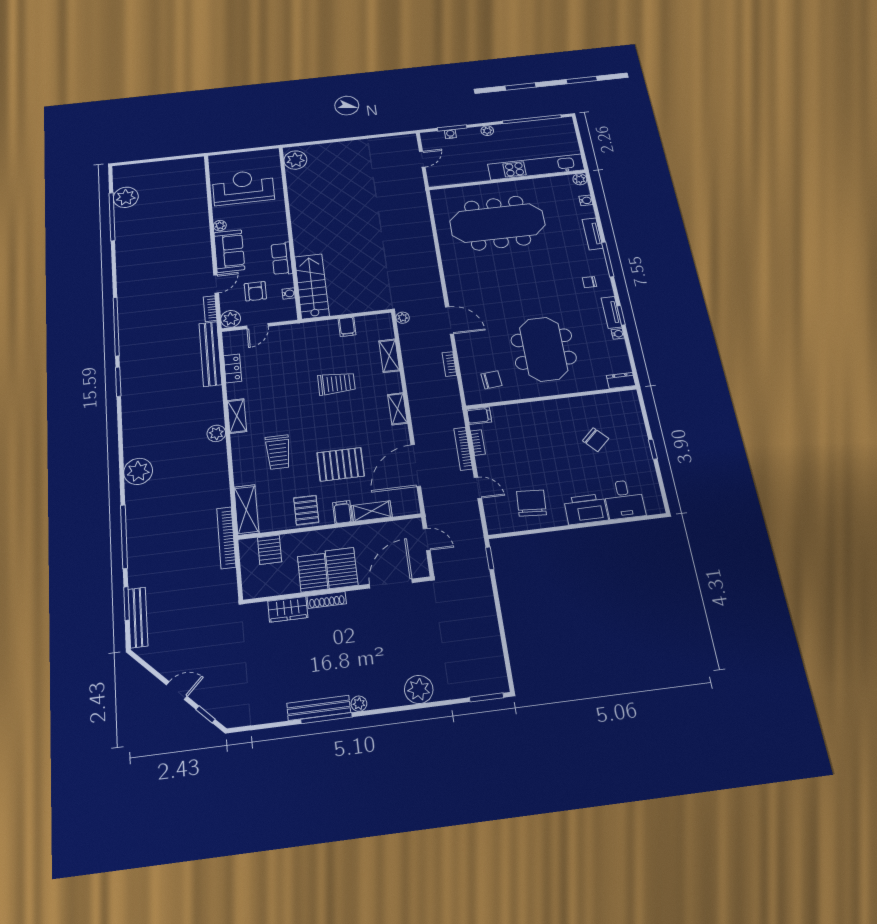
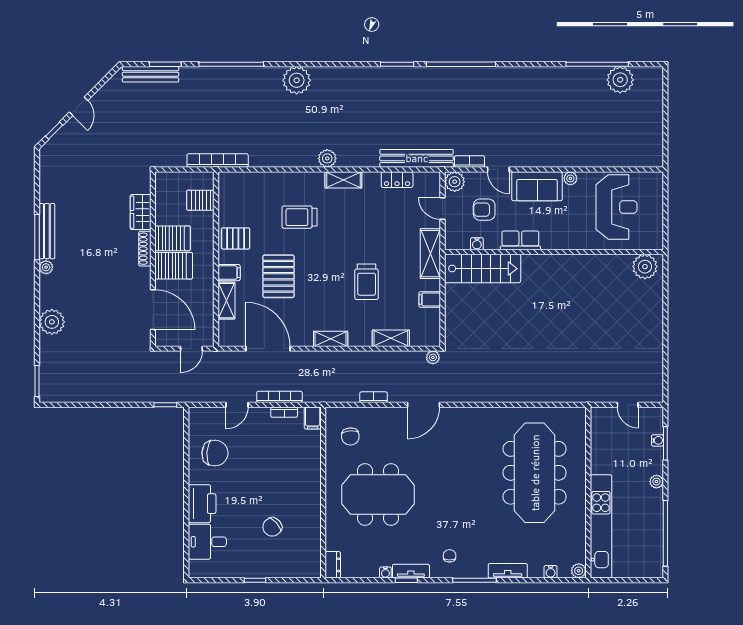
shelving: (246, 510) -> (430, 254), moved, turned 90

